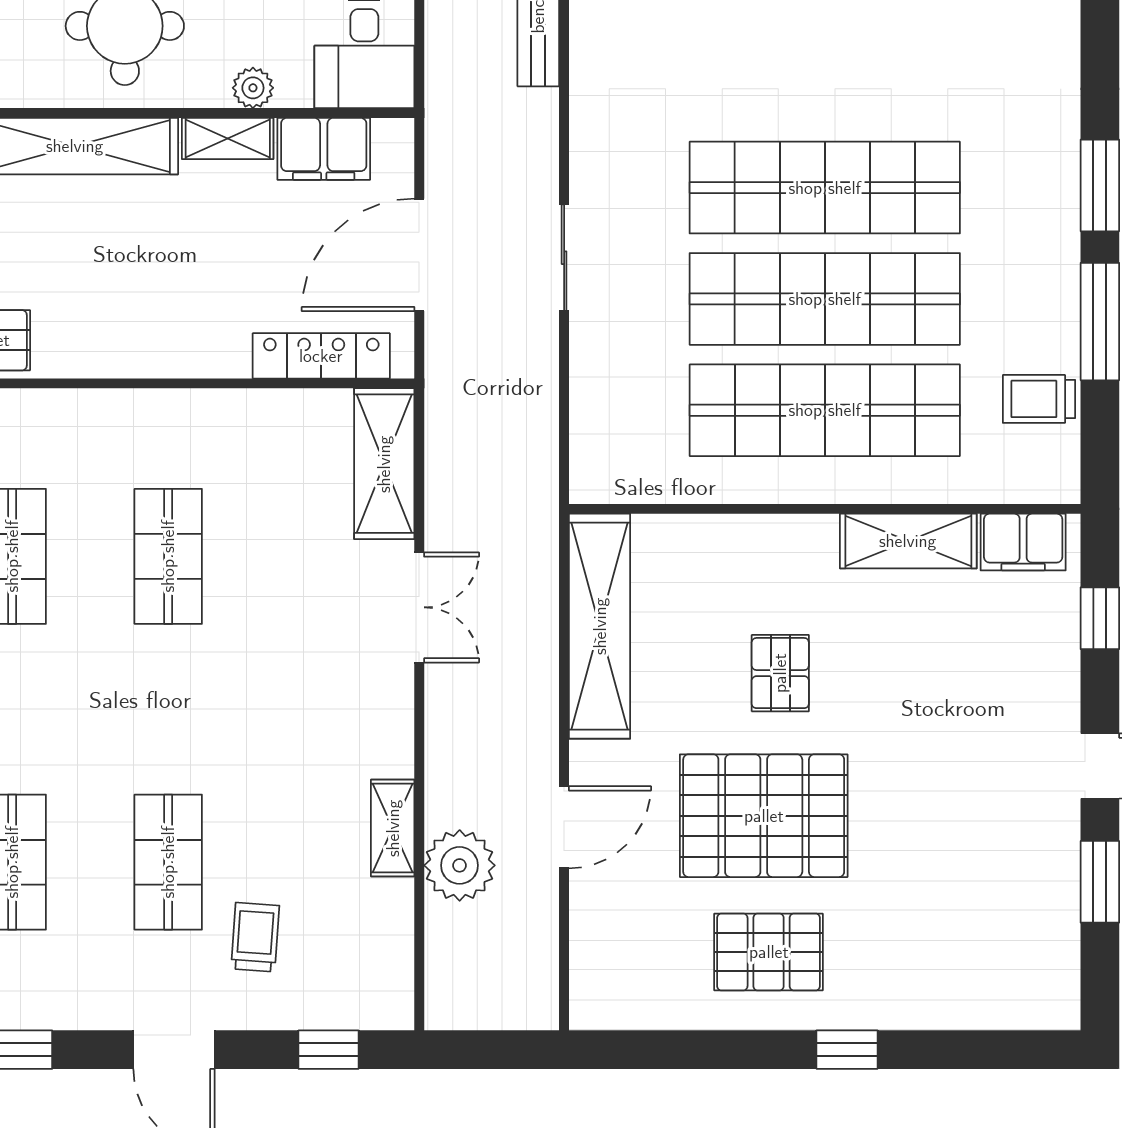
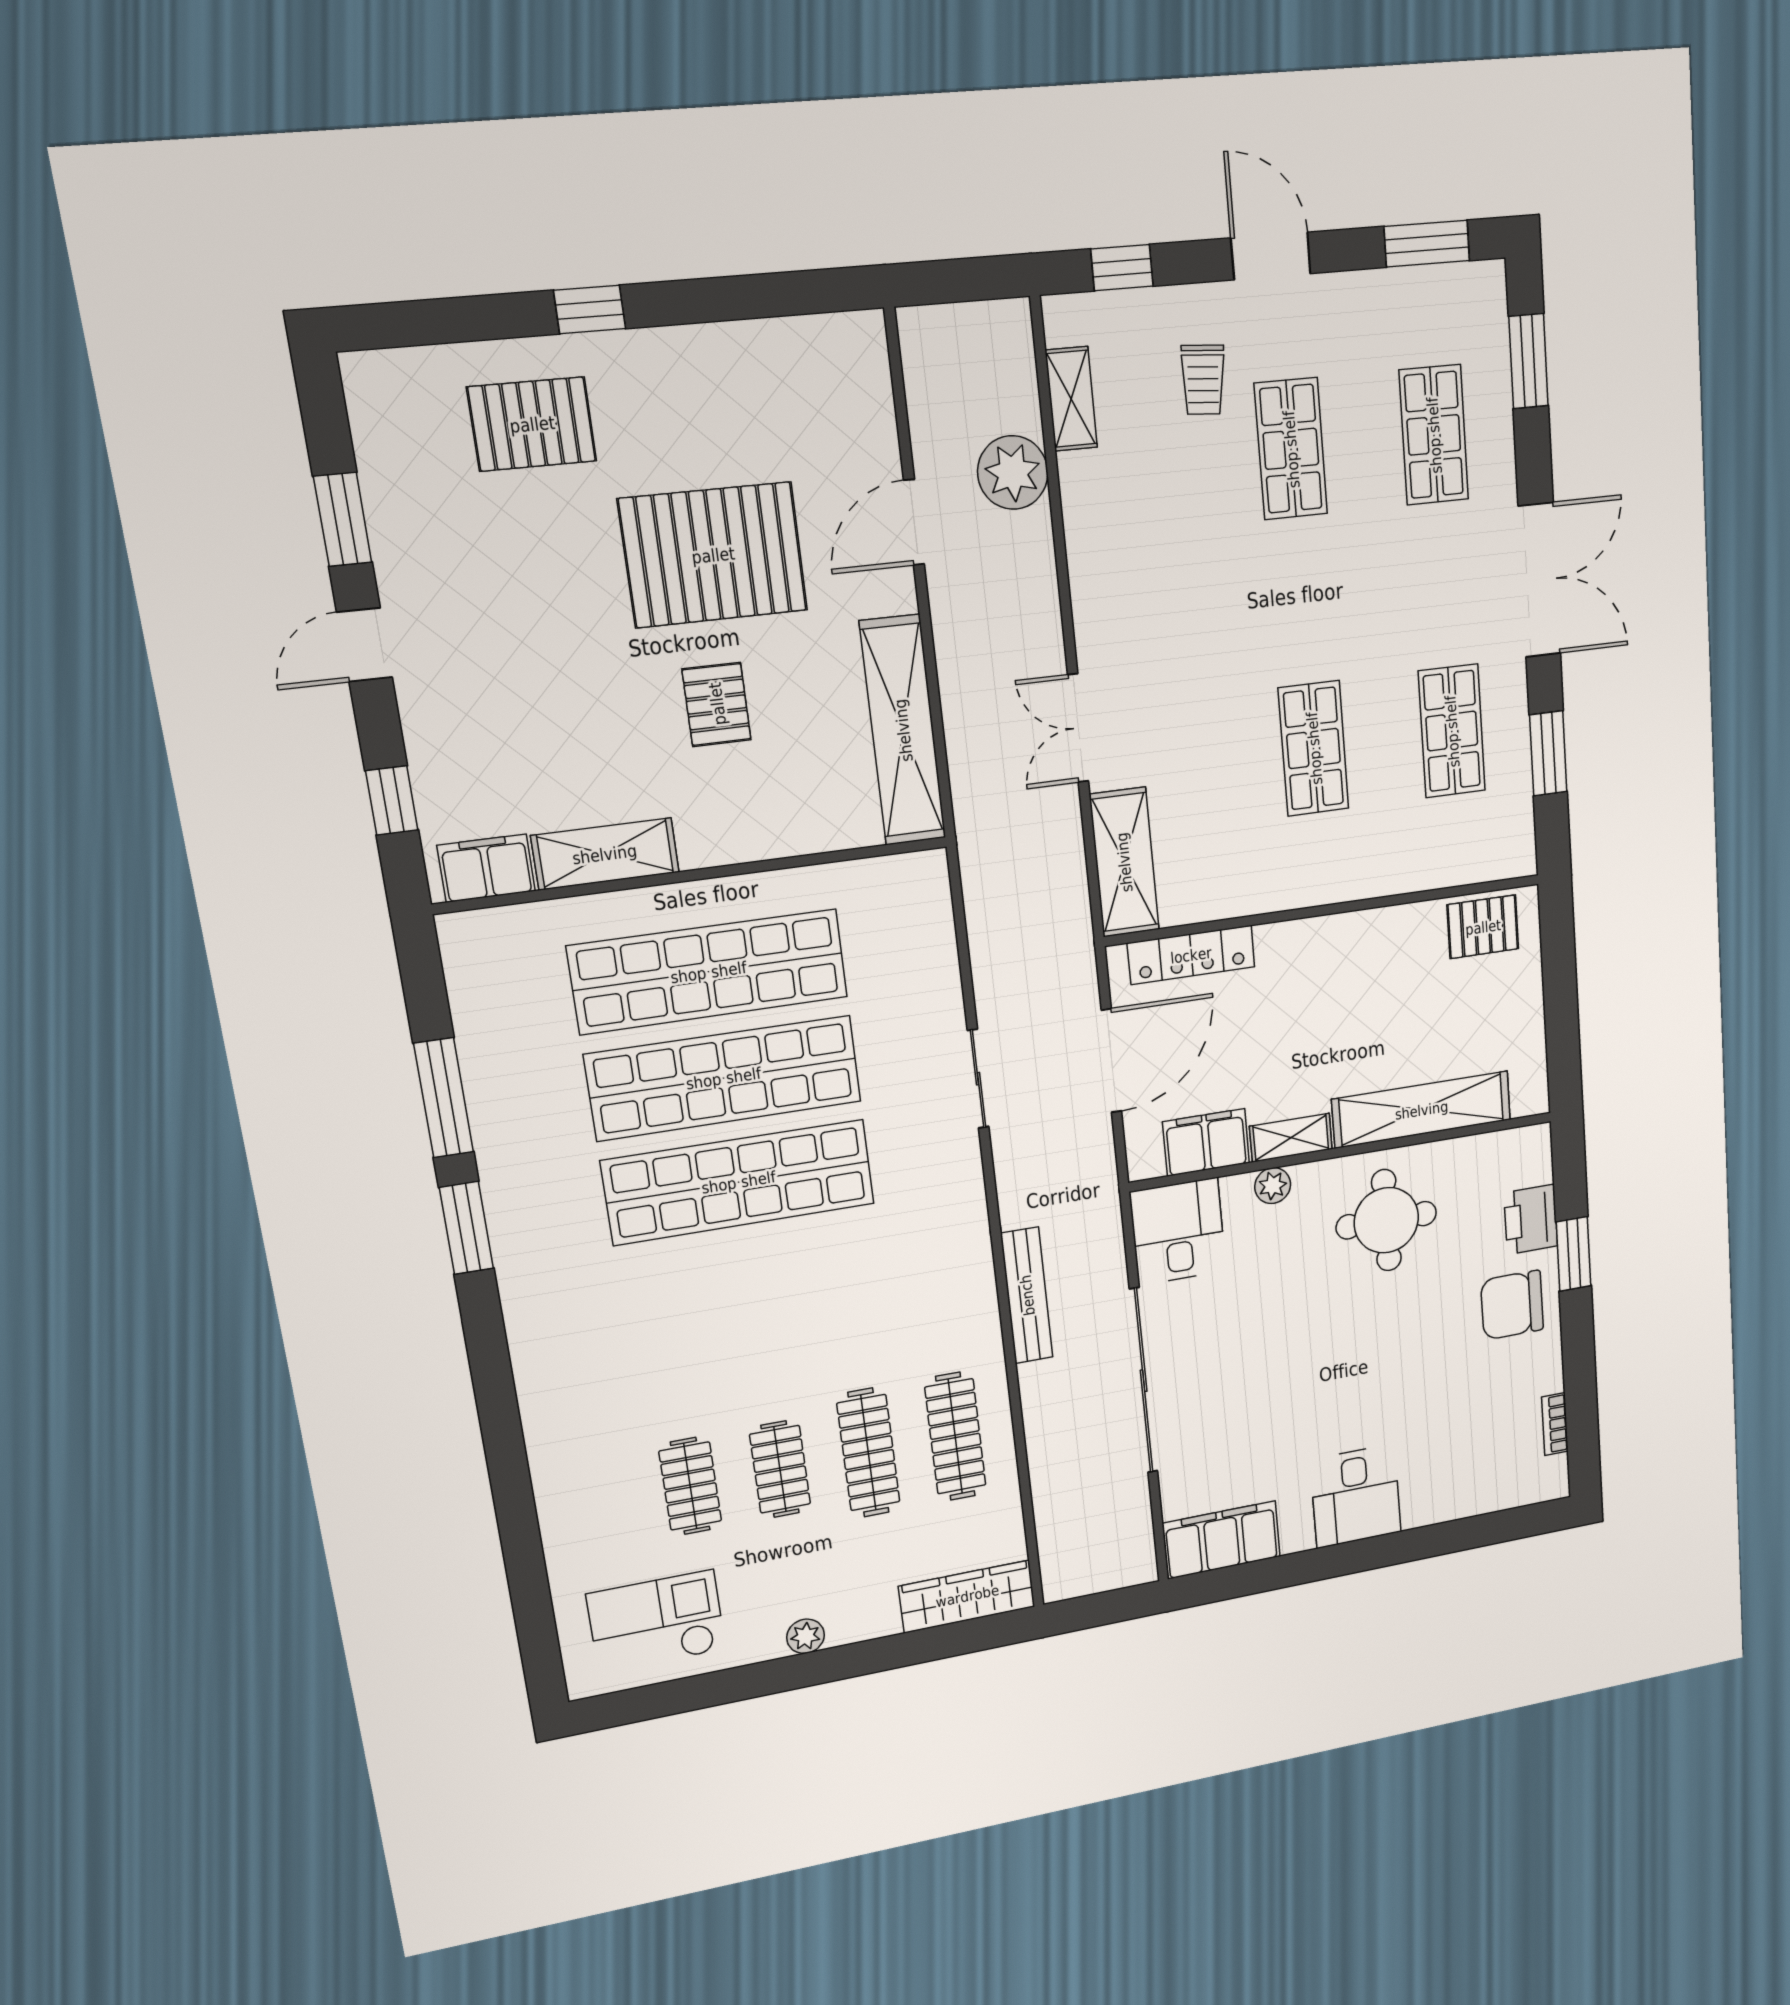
trolley: (1039, 399) -> (494, 1013), removed
shelving: (393, 828) -> (1071, 399), moved
pallet: (769, 952) -> (532, 424), moved

